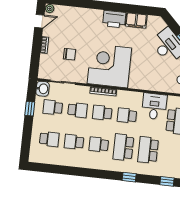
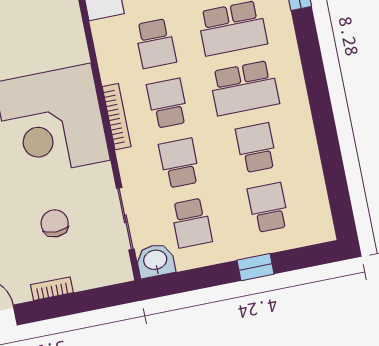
window: (30, 109) -> (256, 267), moved
school desk: (102, 113) -> (167, 103), turned 180
school desk: (74, 142) -> (256, 148), turned 180
school desk: (99, 145) -> (244, 88), width x1.85

